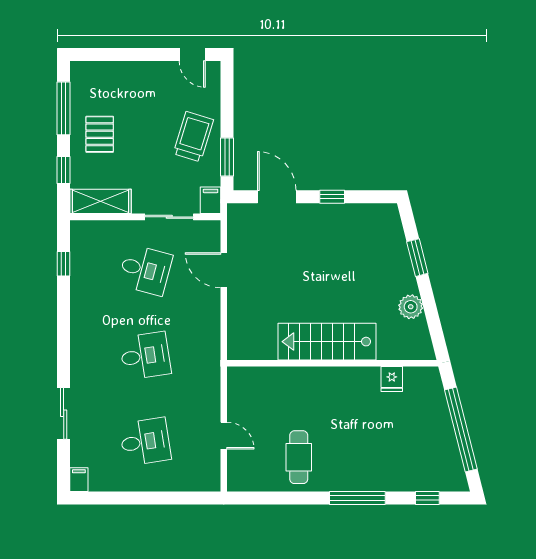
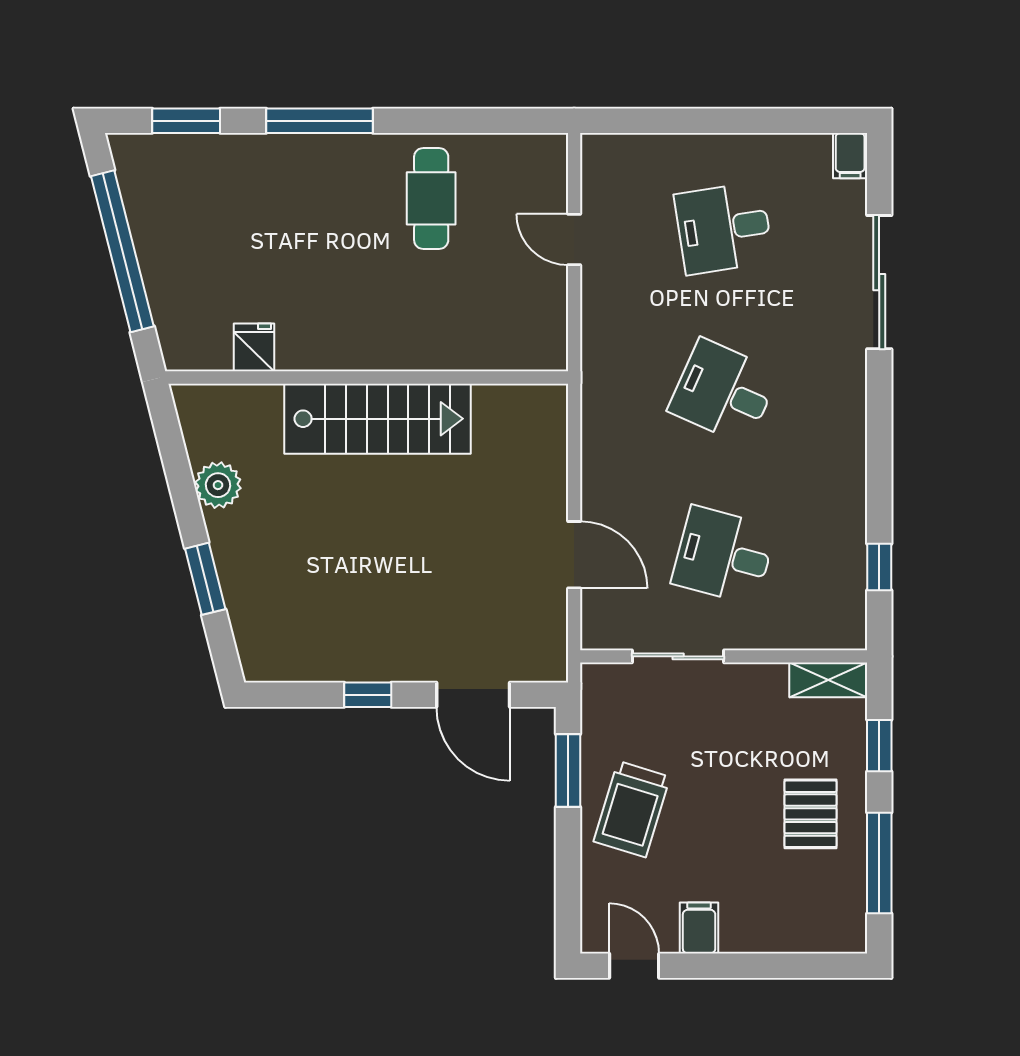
filing cabinet: (211, 200) -> (699, 928), moved, turned 180
shelving: (101, 201) -> (828, 680), width x0.67, depth x0.75
desk: (145, 356) -> (724, 392), turned 33
sliding door: (64, 413) -> (879, 282), width x1.37
window: (427, 498) -> (186, 121), width x1.50

